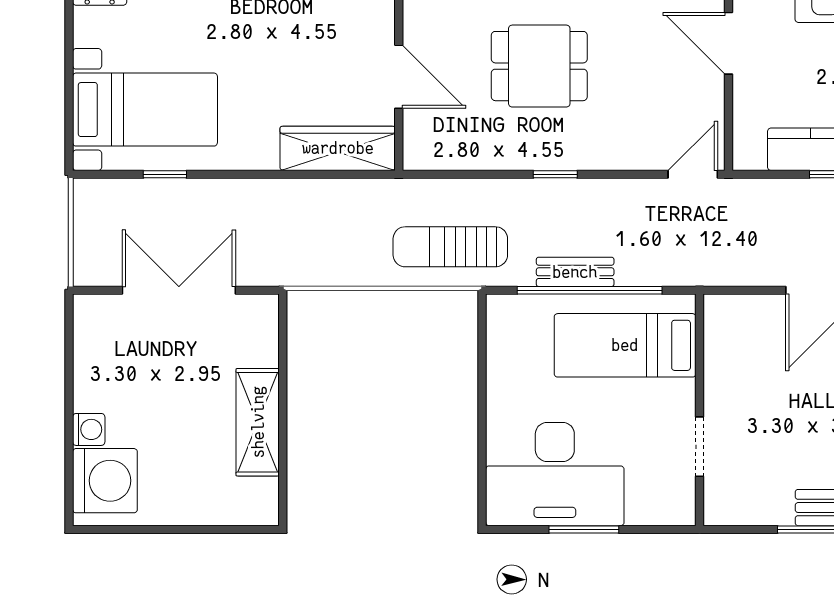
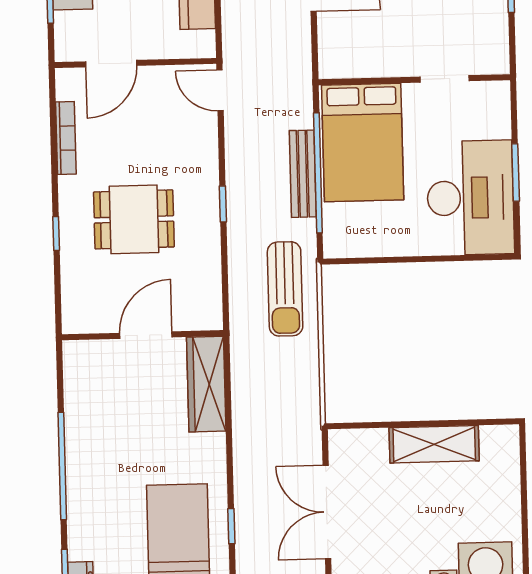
dining table: (539, 66) -> (134, 219), turned 90
bench: (575, 272) -> (303, 174), width x1.36
bed: (625, 345) -> (363, 143), width x1.50

